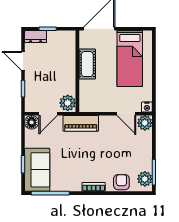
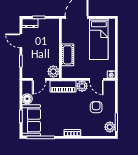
cot: (87, 64) -> (68, 55), moved
floor lamp: (32, 122) -> (27, 99), moved
plant: (145, 123) -> (82, 86), moved
armchair: (121, 182) -> (96, 107), moved

